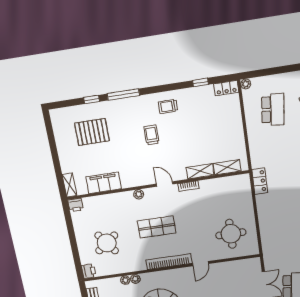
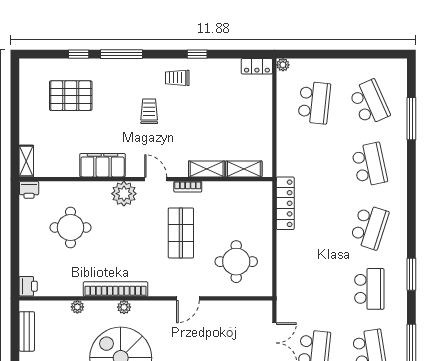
window: (200, 82) -> (197, 54), moved
locker: (260, 181) -> (285, 203), width x1.53
filing cabinet: (104, 183) -> (103, 165), moved
plant: (139, 194) -> (124, 194), width x1.88, depth x1.88
shop shelf: (157, 227) -> (181, 233), moved, turned 90
round table: (107, 243) -> (70, 228), moved, turned 37
bookcase: (169, 262) -> (116, 289), moved
plant: (135, 279) -> (124, 307), moved

